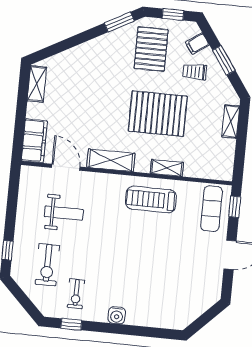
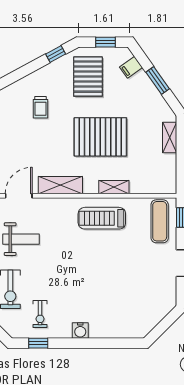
window: (119, 22) -> (56, 54), width x0.67
trolley: (195, 72) -> (40, 107), moved, turned -90
door: (66, 167) -> (19, 196), hinge flipped

